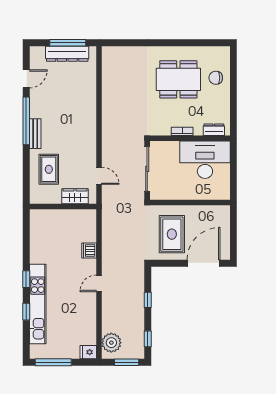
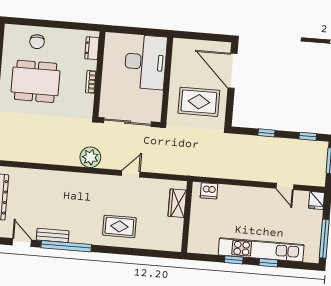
dining table: (178, 79) -> (36, 81), turned 90
bench: (35, 134) -> (53, 235), moved
desk: (205, 160) -> (145, 62), moved, turned 180
wardrobe: (75, 196) -> (177, 203), moved
wall: (63, 206) -> (187, 217), moved
door: (99, 283) -> (285, 186), moved
plant: (111, 343) -> (90, 157), moved

